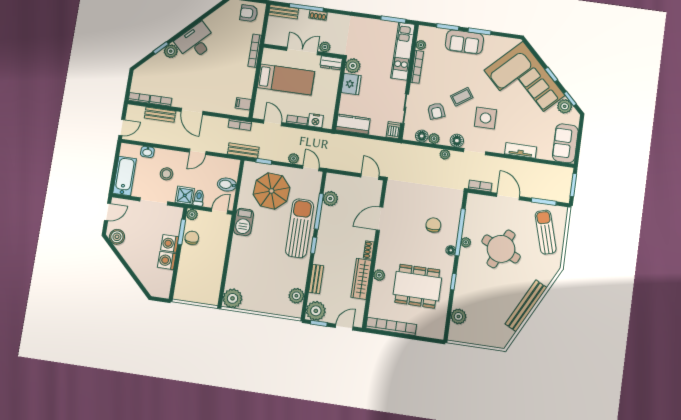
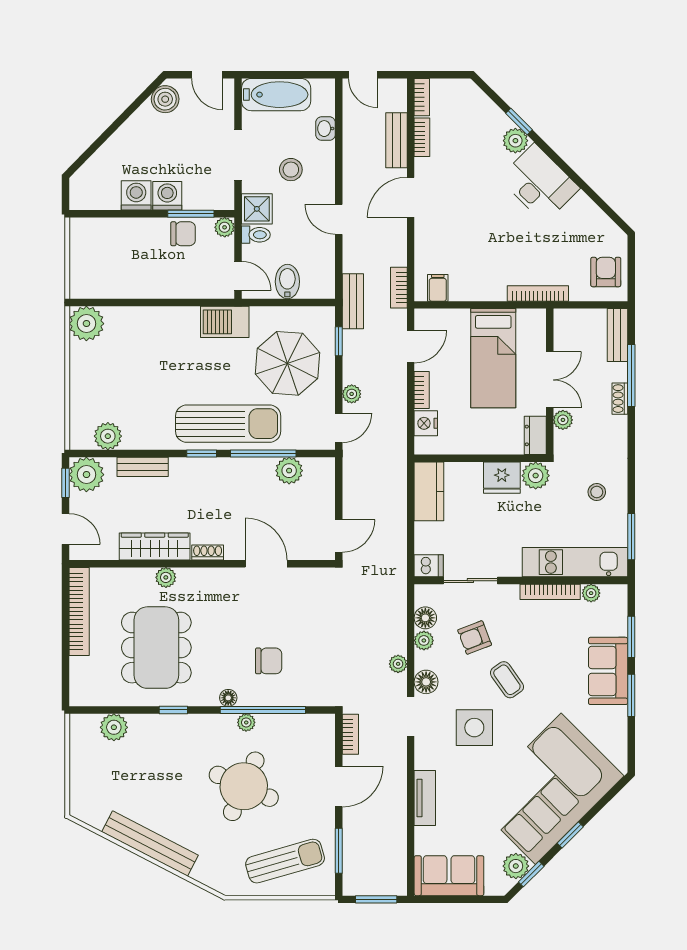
stool: (367, 34) -> (597, 492), added

